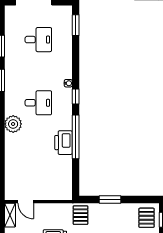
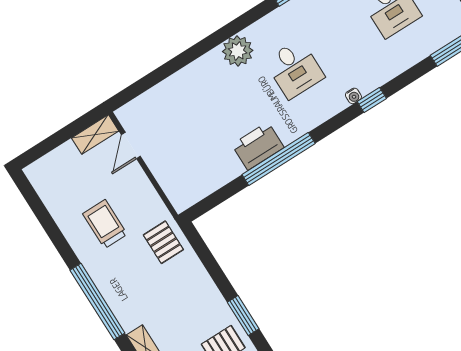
window: (76, 96) -> (372, 100), moved
window: (110, 200) -> (243, 316), moved
pallet: (80, 215) -> (163, 242), turned 90

